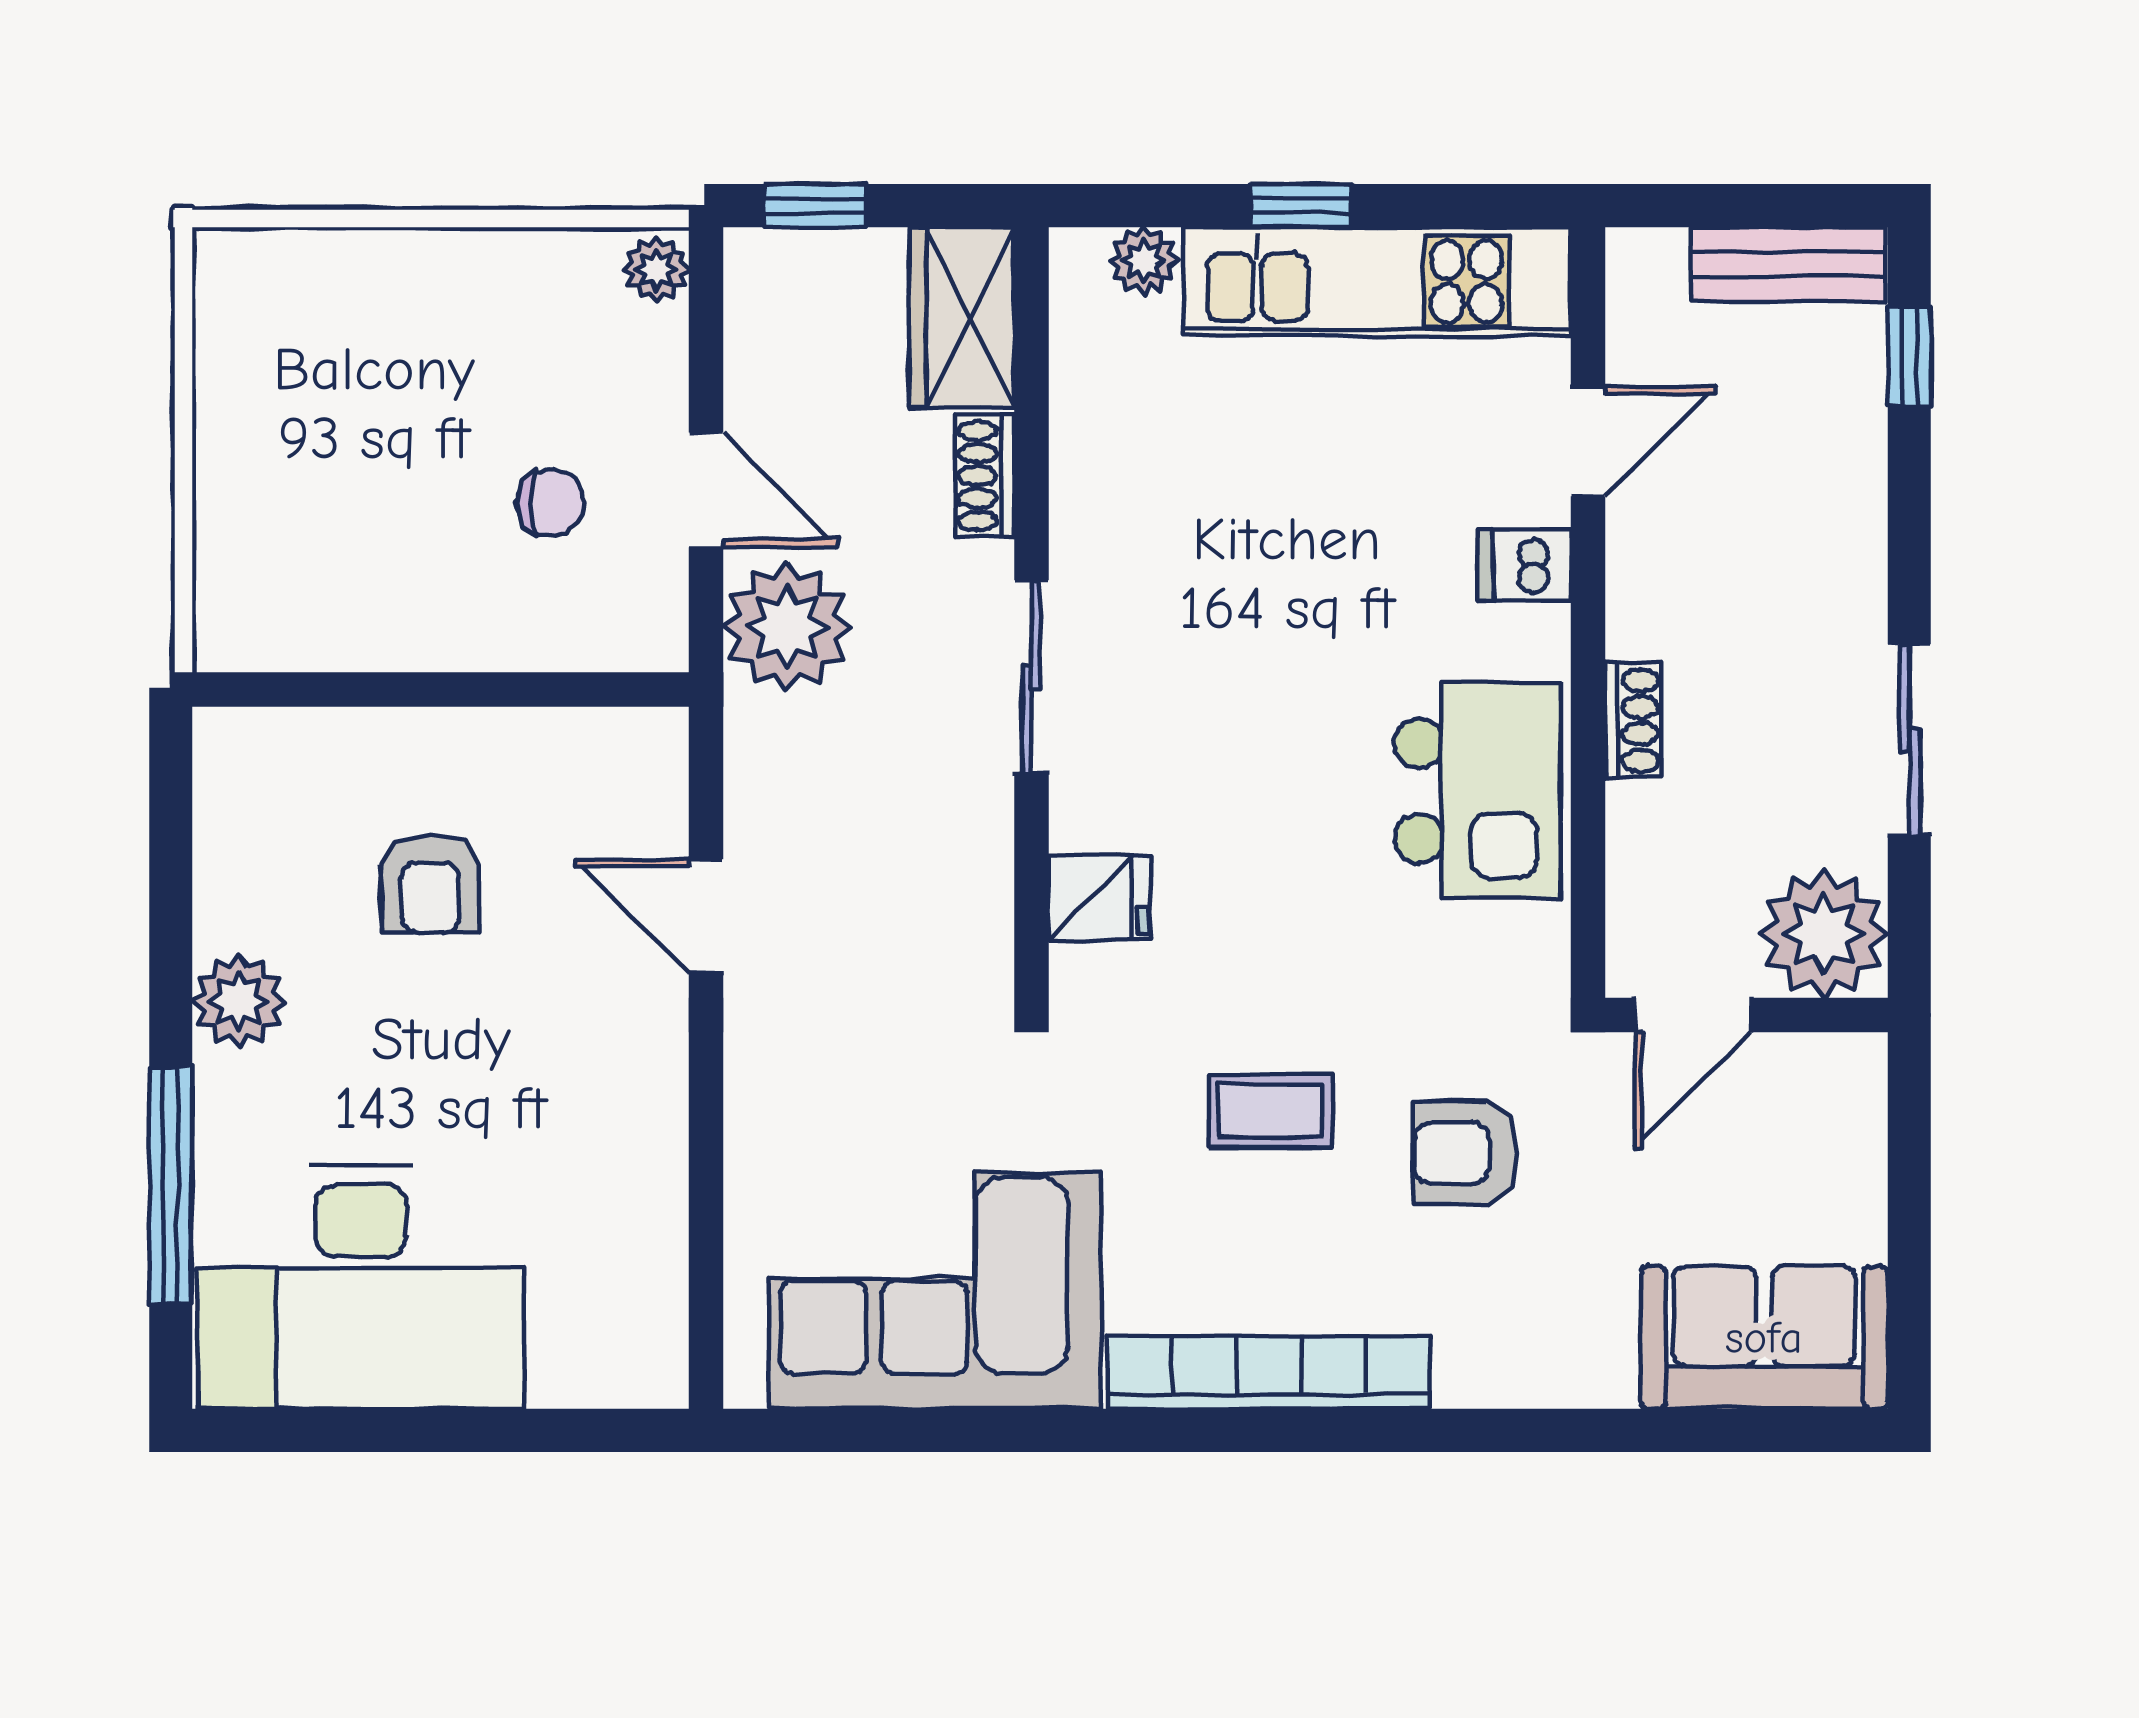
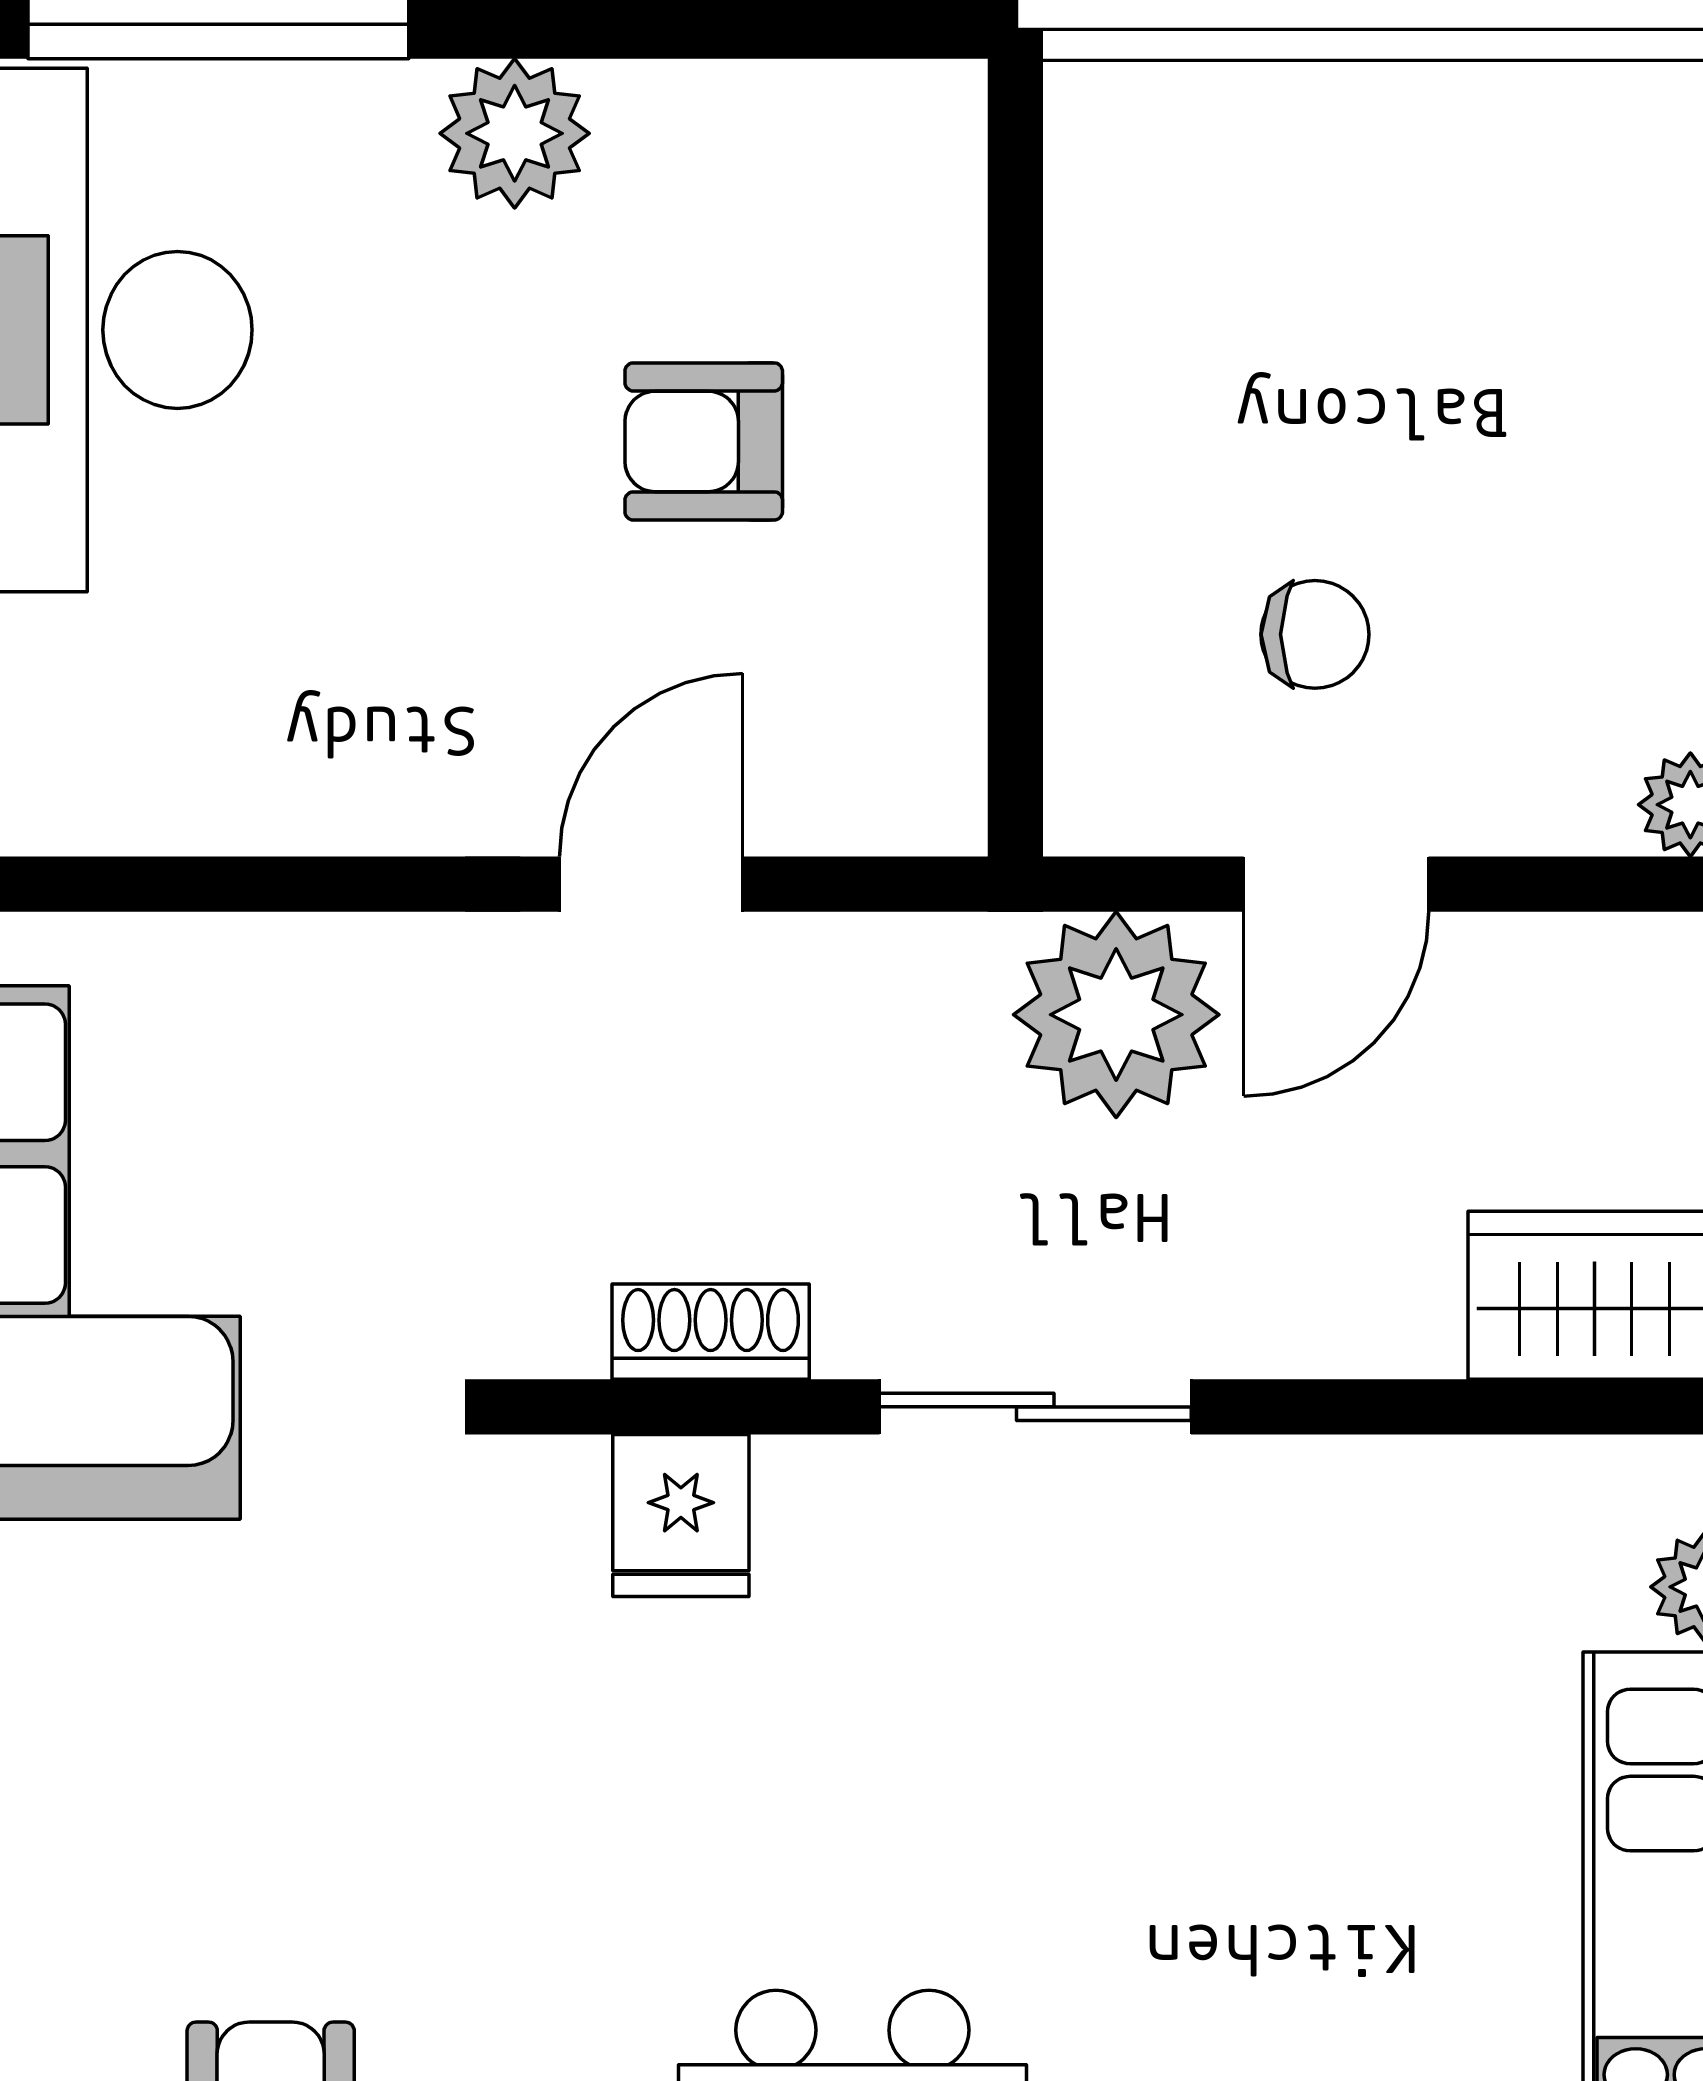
shoe rack: (985, 476) -> (711, 1332), moved
chair: (551, 503) -> (1315, 634), turned -90
coffee table: (1270, 1111) -> (339, 1791), removed

